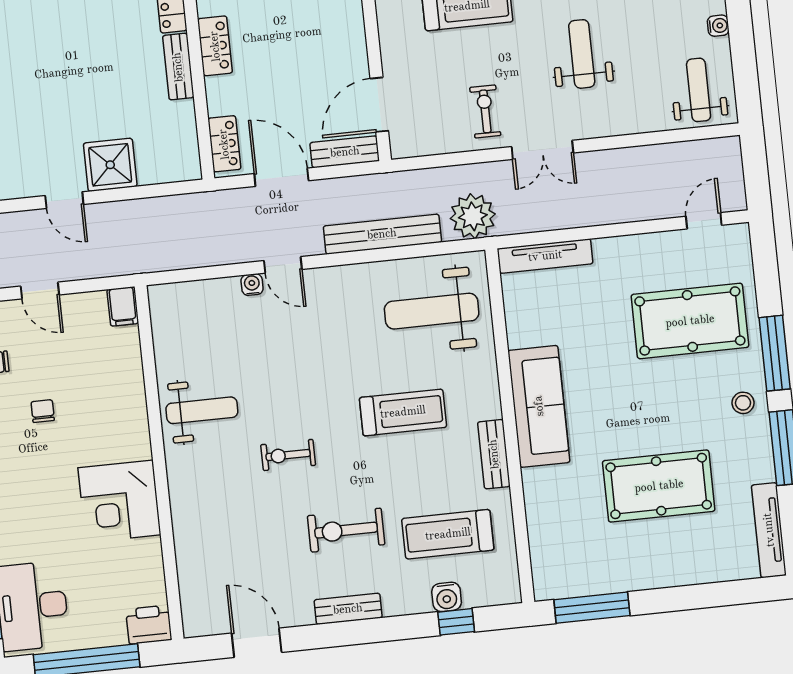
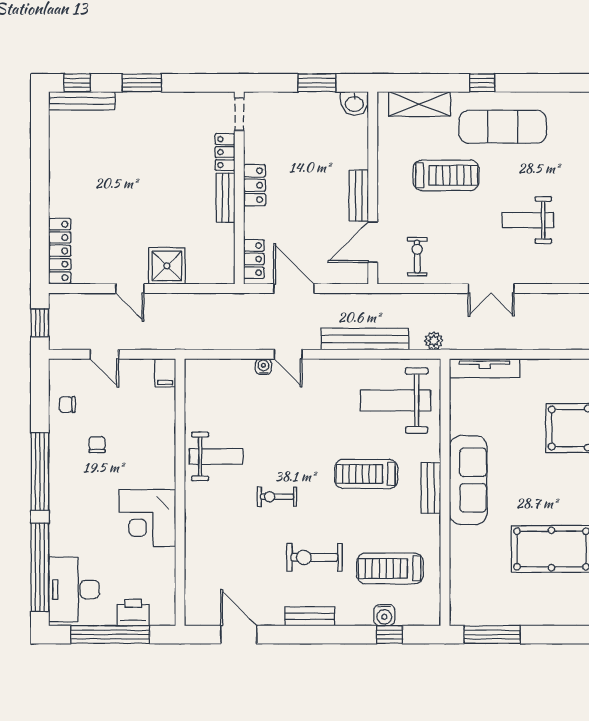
weight bench: (582, 54) -> (528, 220), turned -90
exercise bike: (485, 111) -> (417, 257), moved
bench: (345, 152) -> (359, 196), moved, turned 90
plant: (473, 216) -> (434, 341), width x0.53, depth x0.53
treadmill: (403, 412) -> (366, 474), turned 180
bench: (494, 454) -> (431, 488), moved
printer: (149, 625) -> (133, 612), moved

